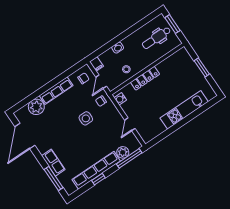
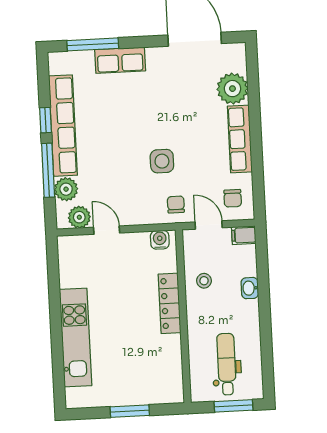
plant: (131, 139) -> (79, 217), added
window: (129, 158) -> (48, 170), moved

